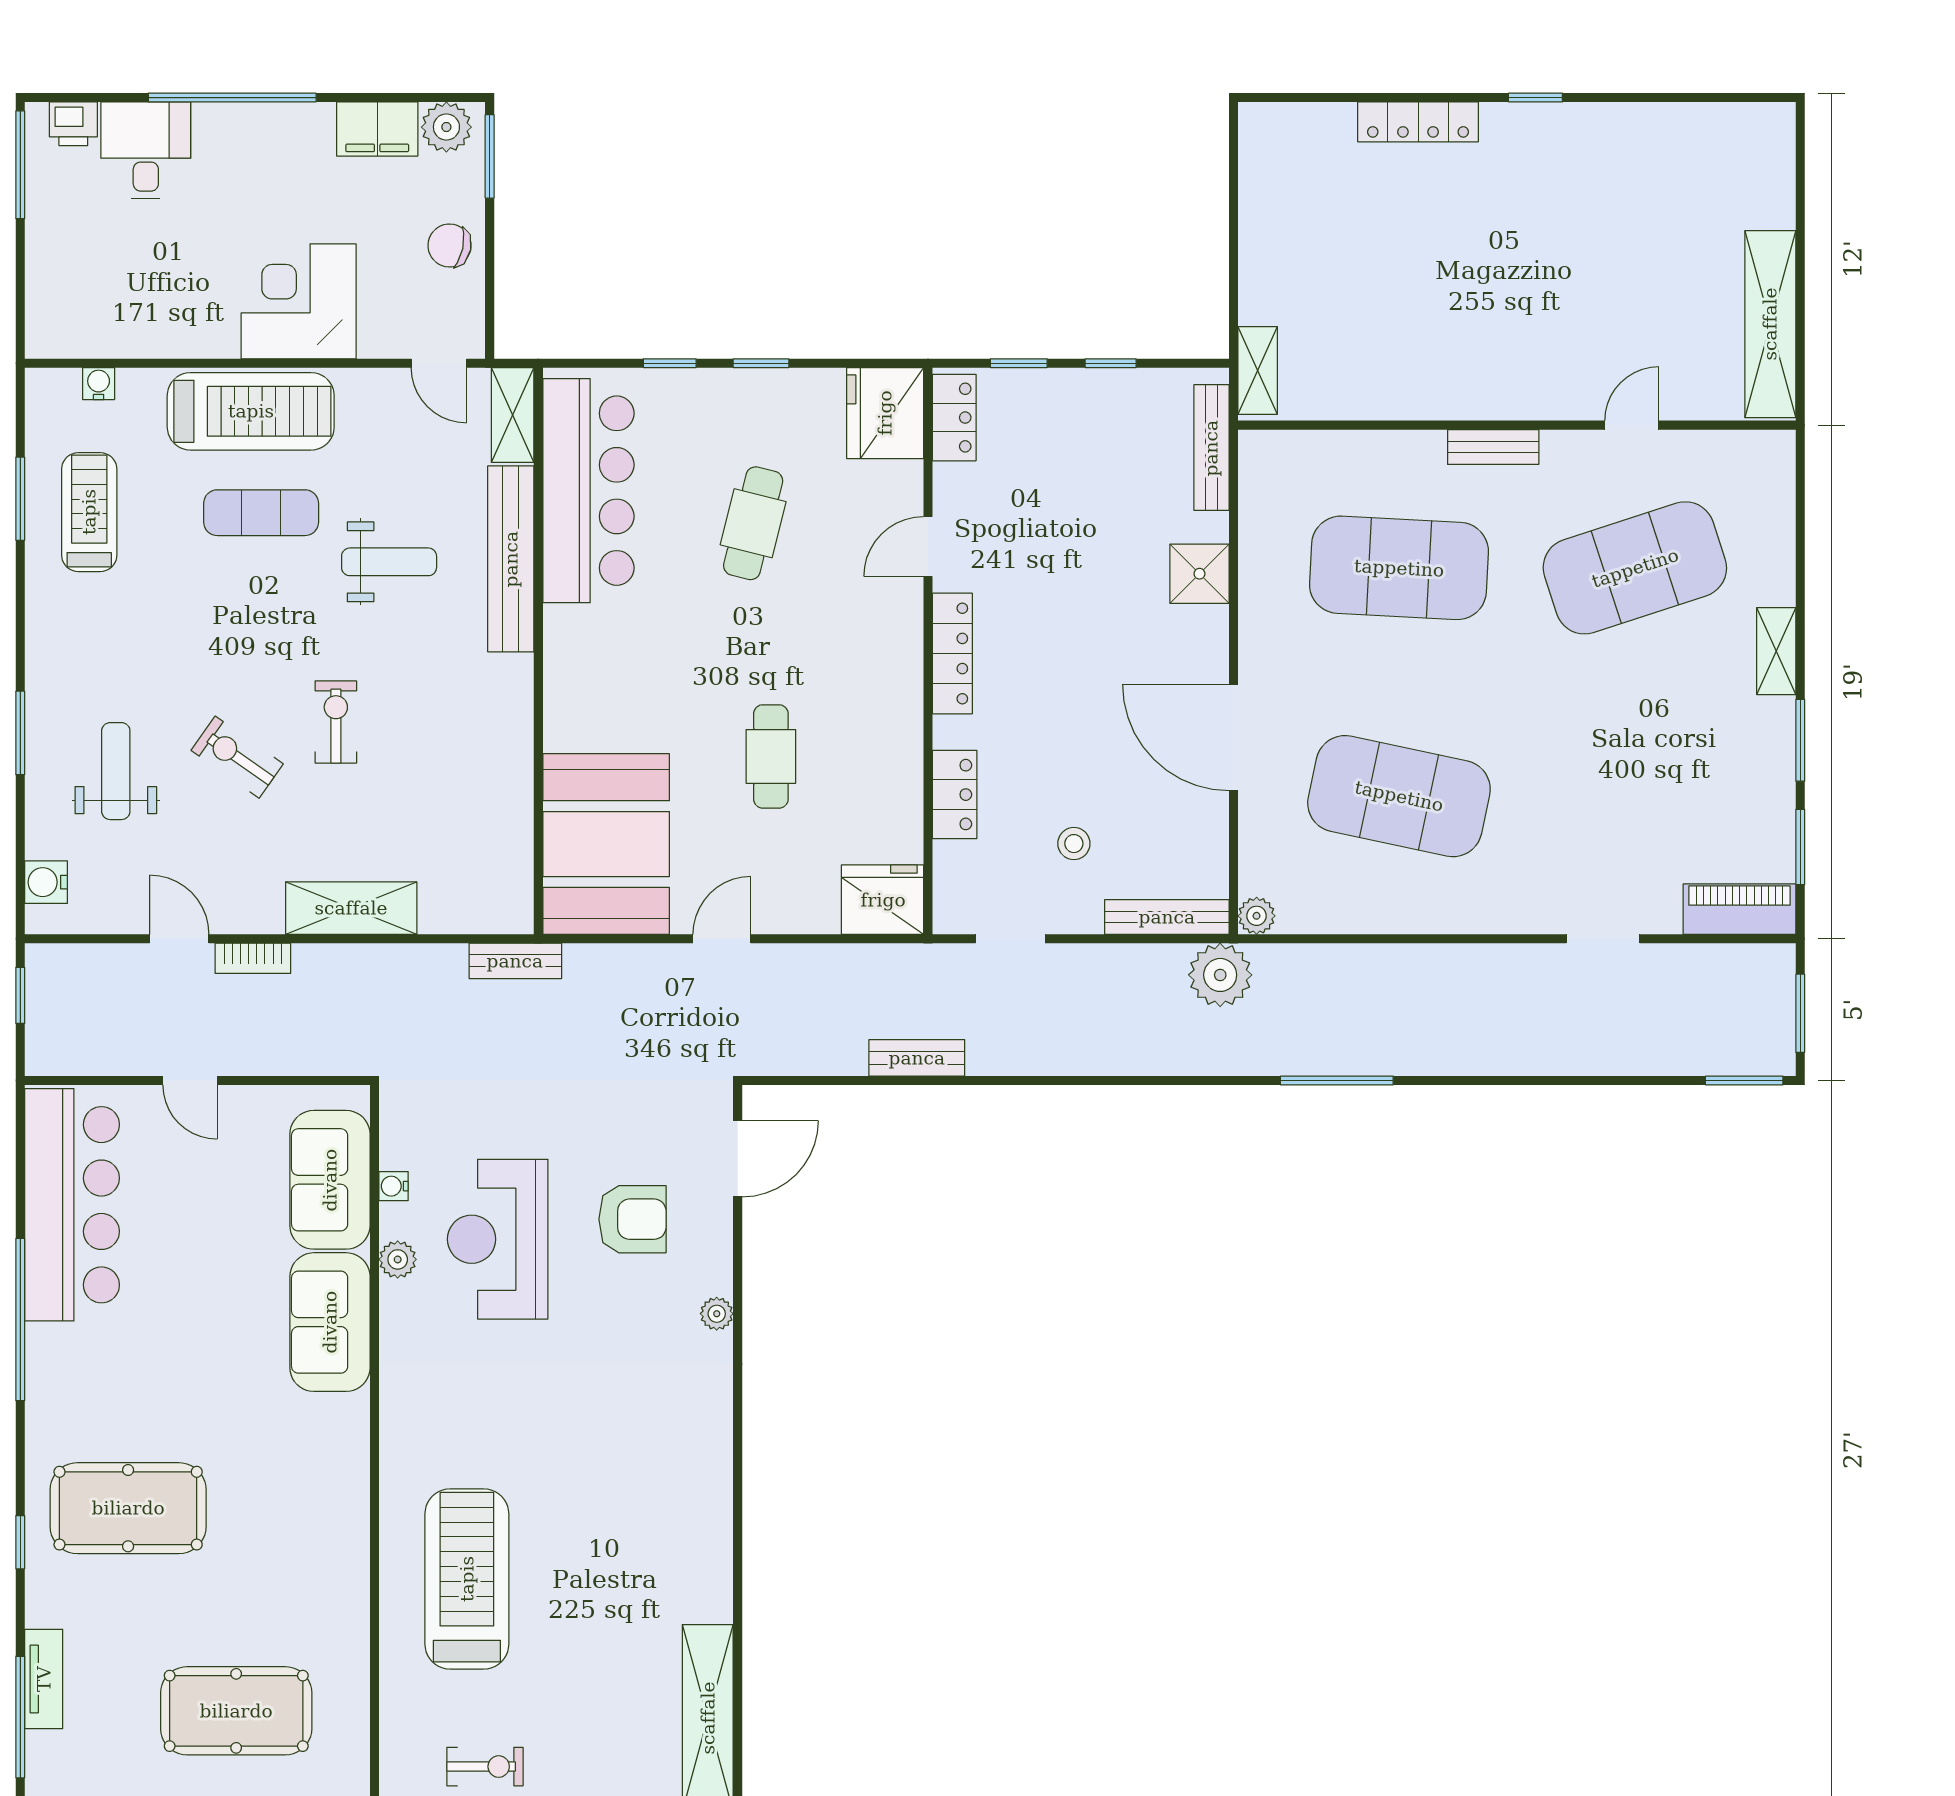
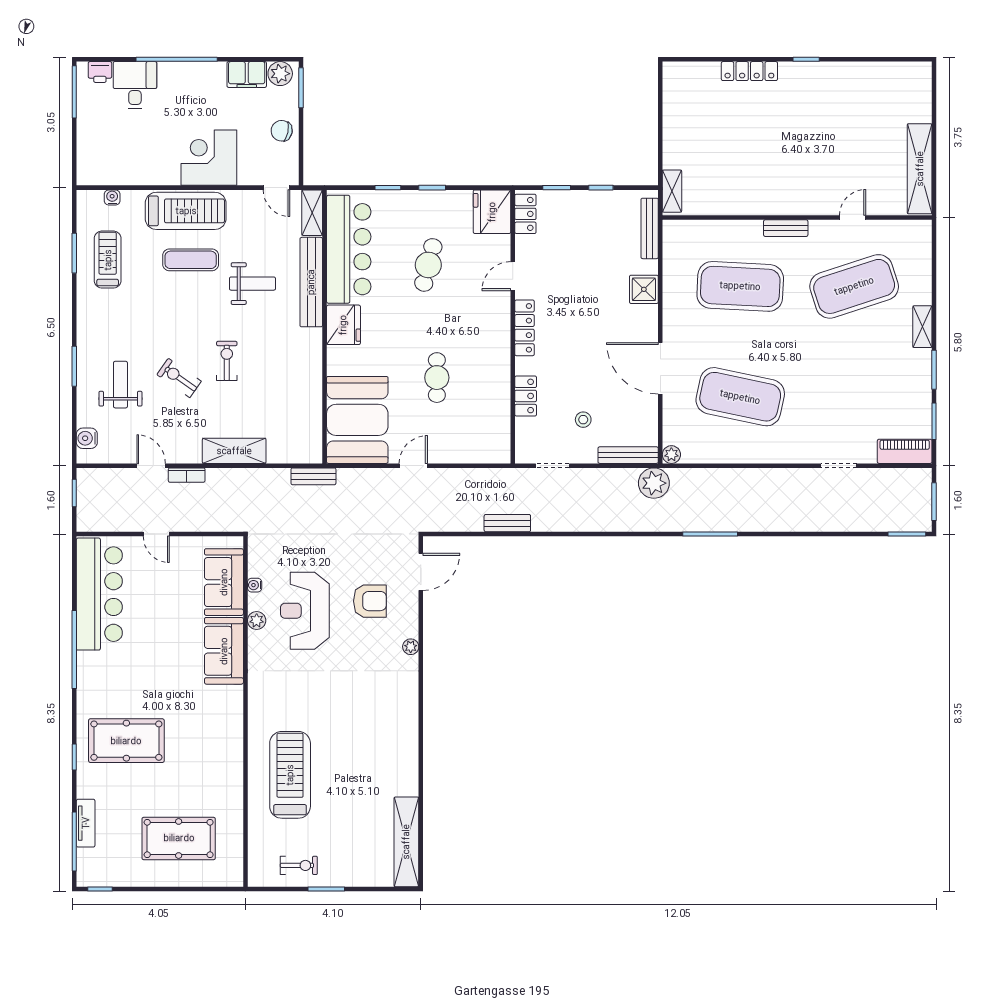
fridge: (883, 900) -> (343, 325), moved, turned 90

